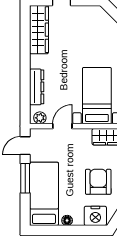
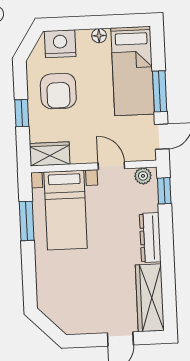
dresser: (37, 87) -> (150, 238), moved
window: (25, 106) -> (164, 191), added
door: (62, 126) -> (111, 166), swing flipped

